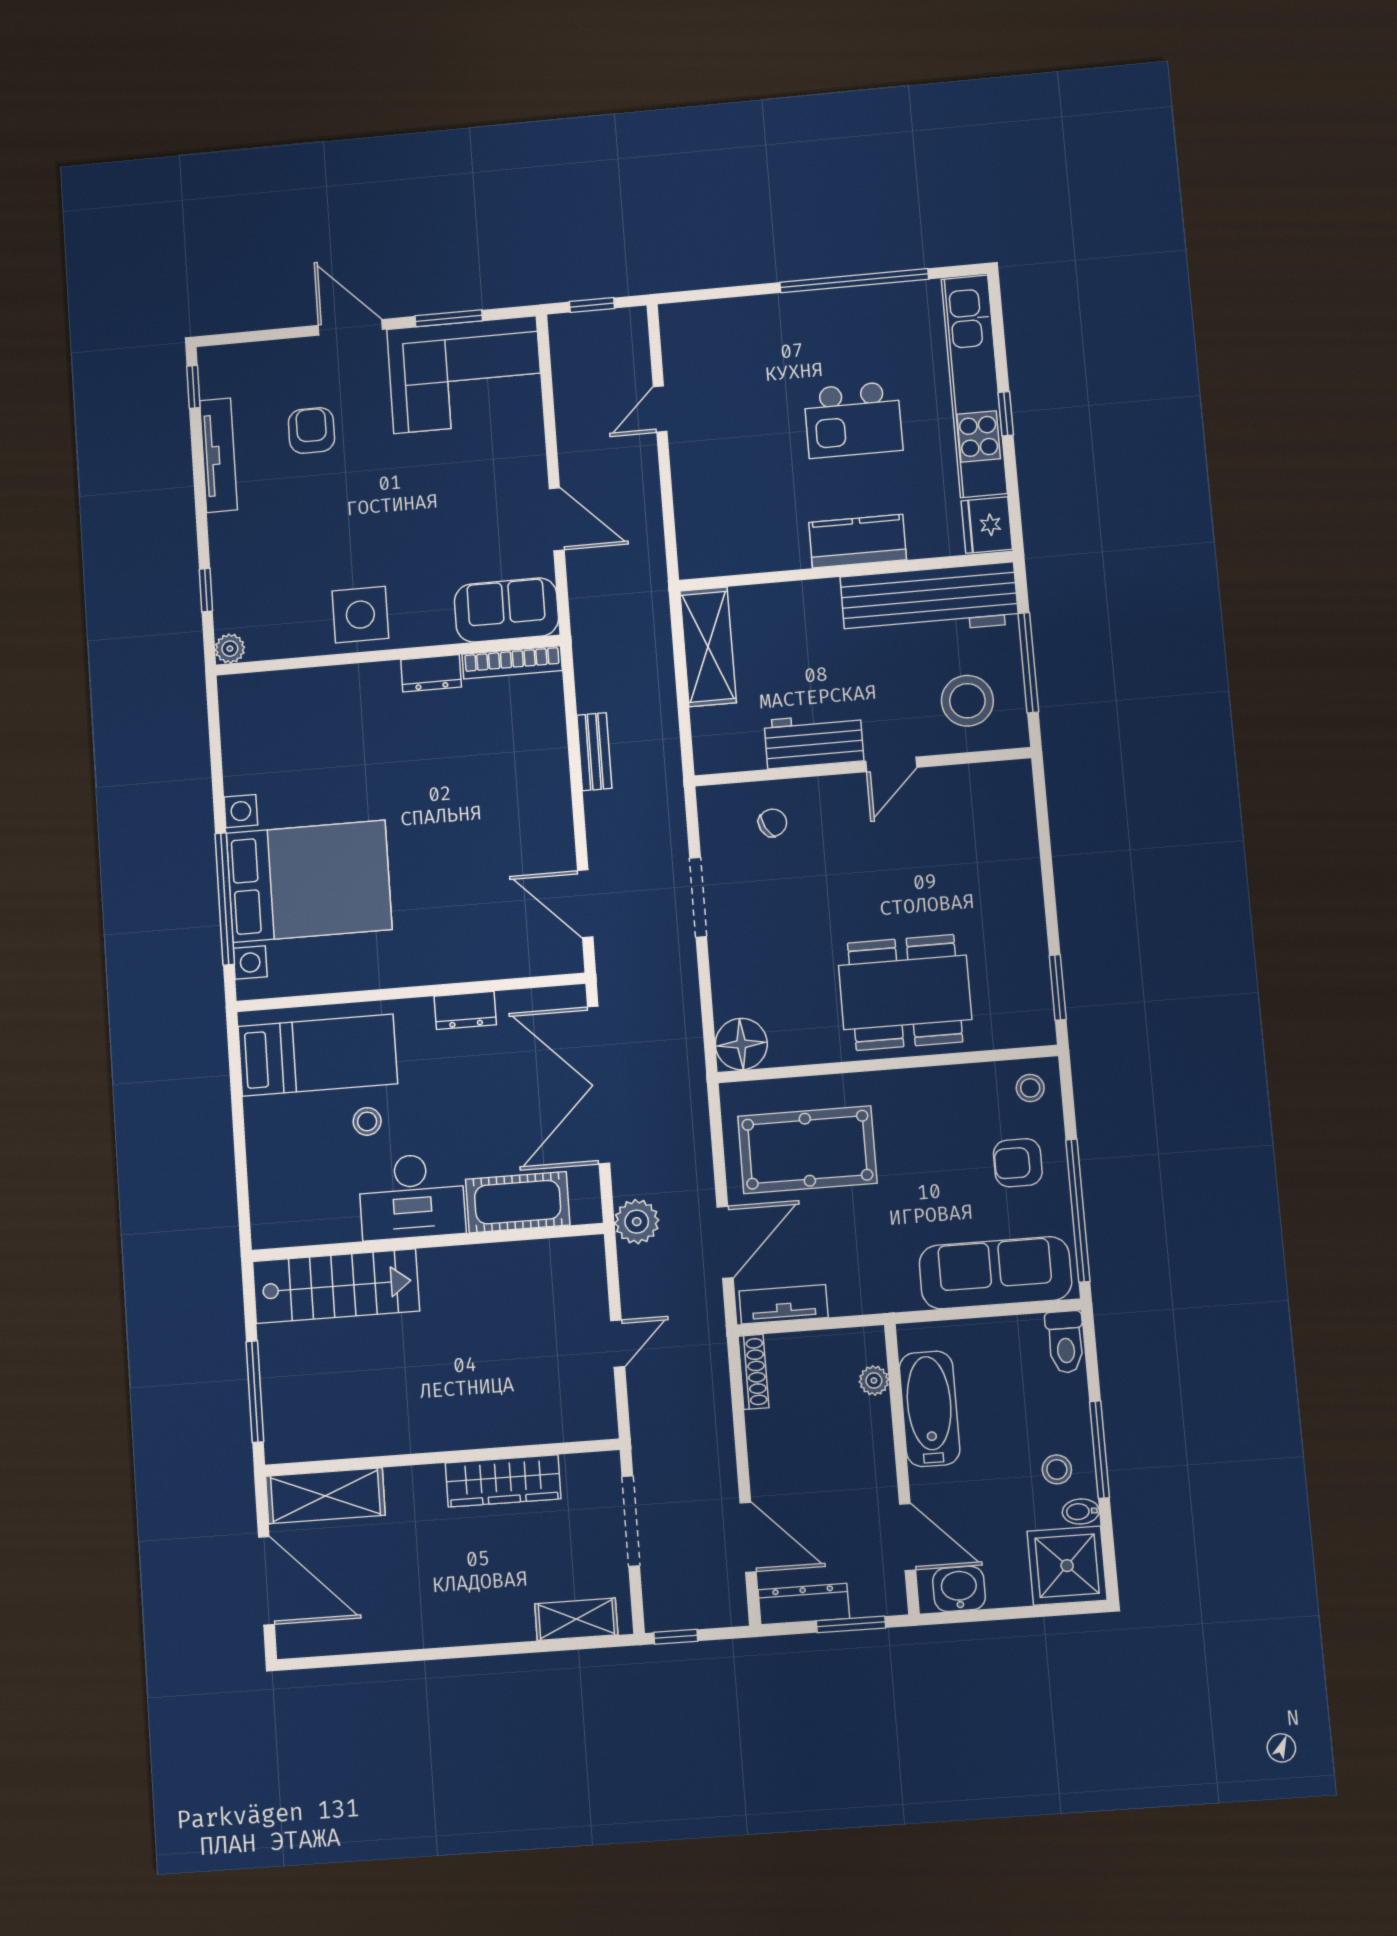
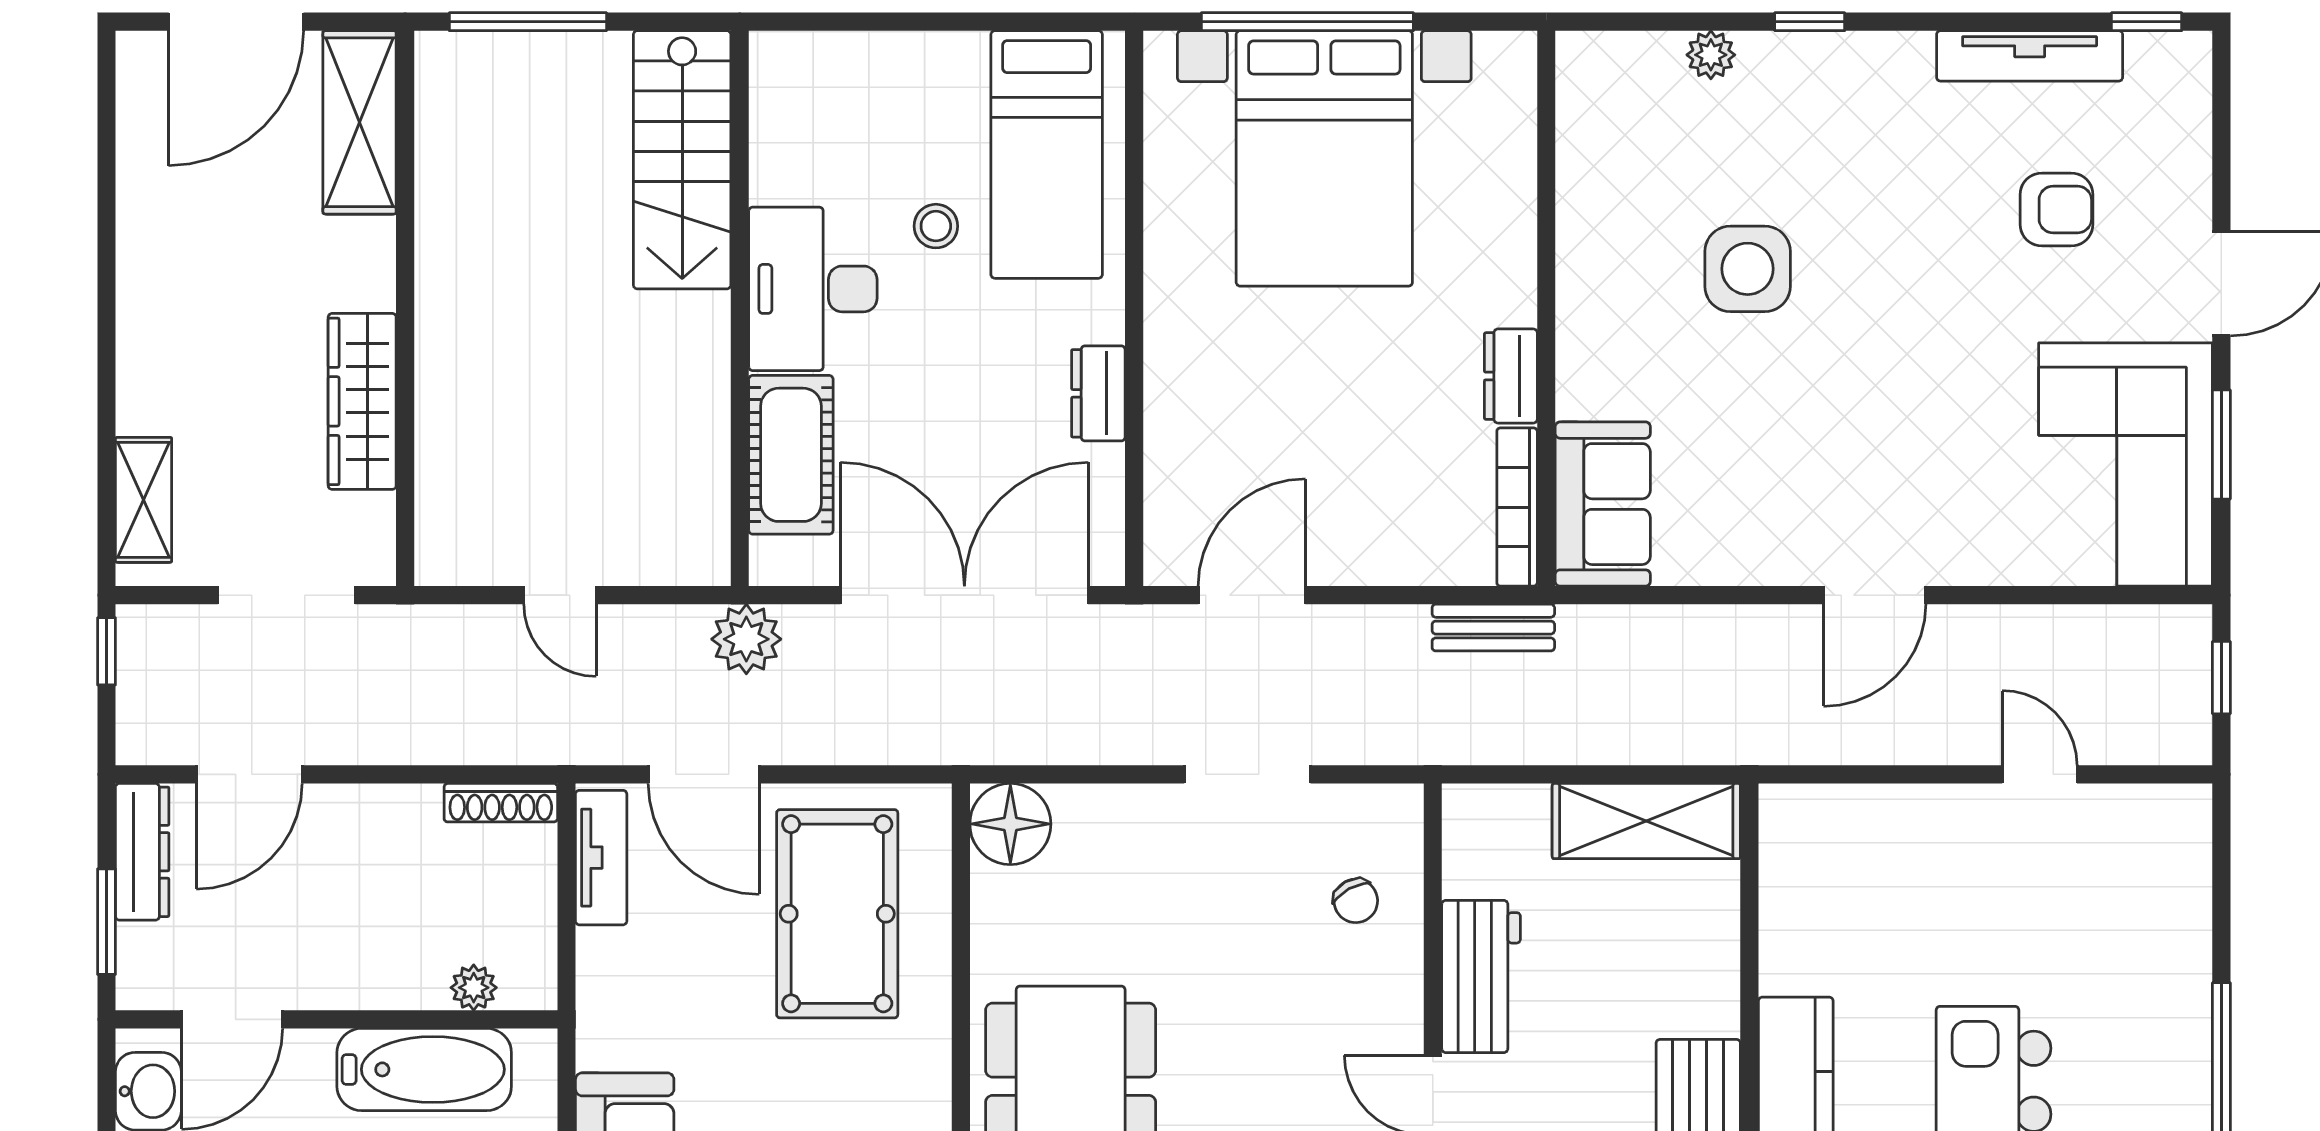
sofa: (506, 610) -> (1603, 504), moved
wall: (388, 655) -> (1546, 308), moved
bookcase: (512, 662) -> (1517, 507), moved
dresser: (431, 673) -> (1511, 376), moved

